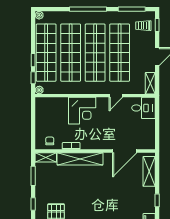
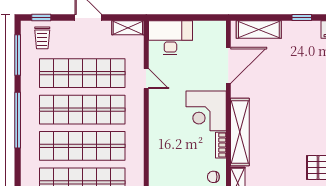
desk: (143, 108) -> (170, 38), width x1.37
corner desk: (82, 111) -> (206, 111), moved, turned 180
door: (125, 151) -> (228, 65), hinge flipped

